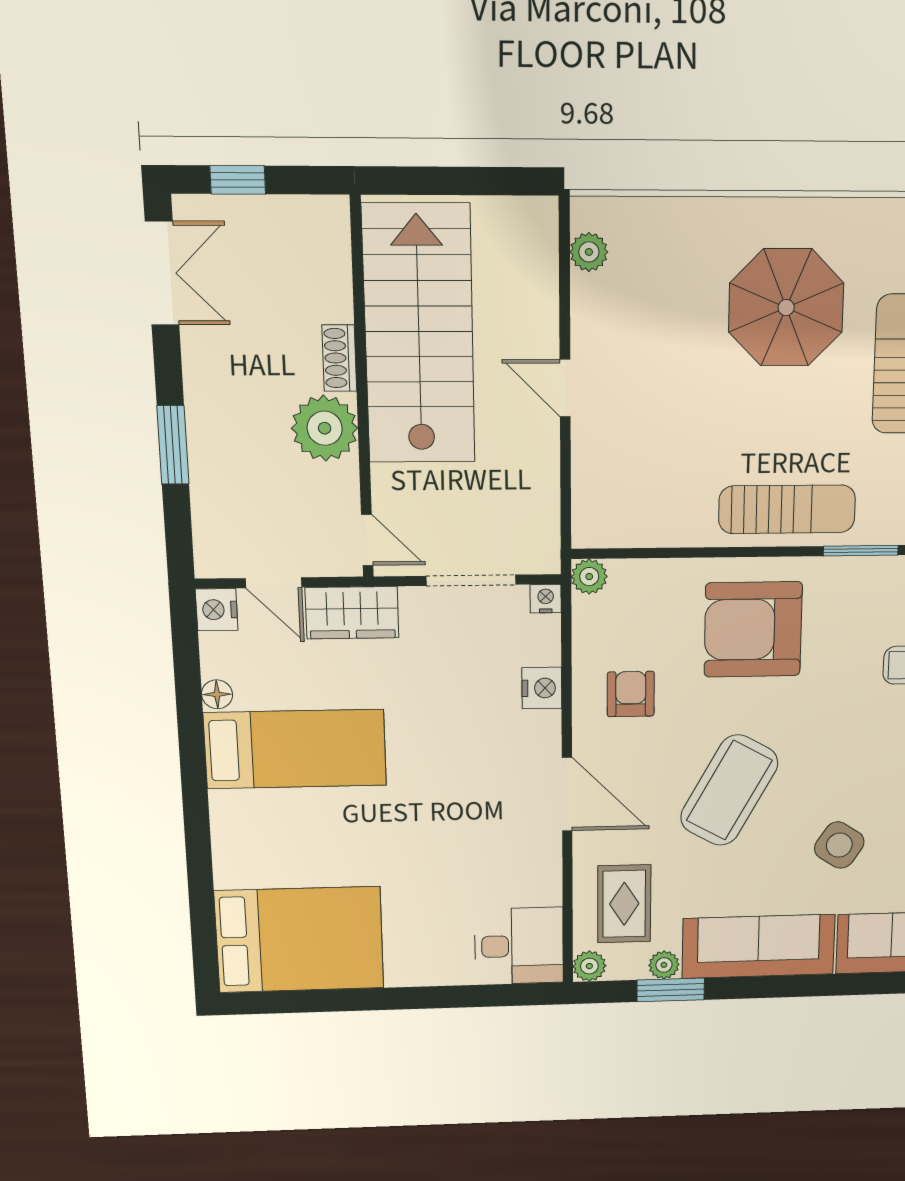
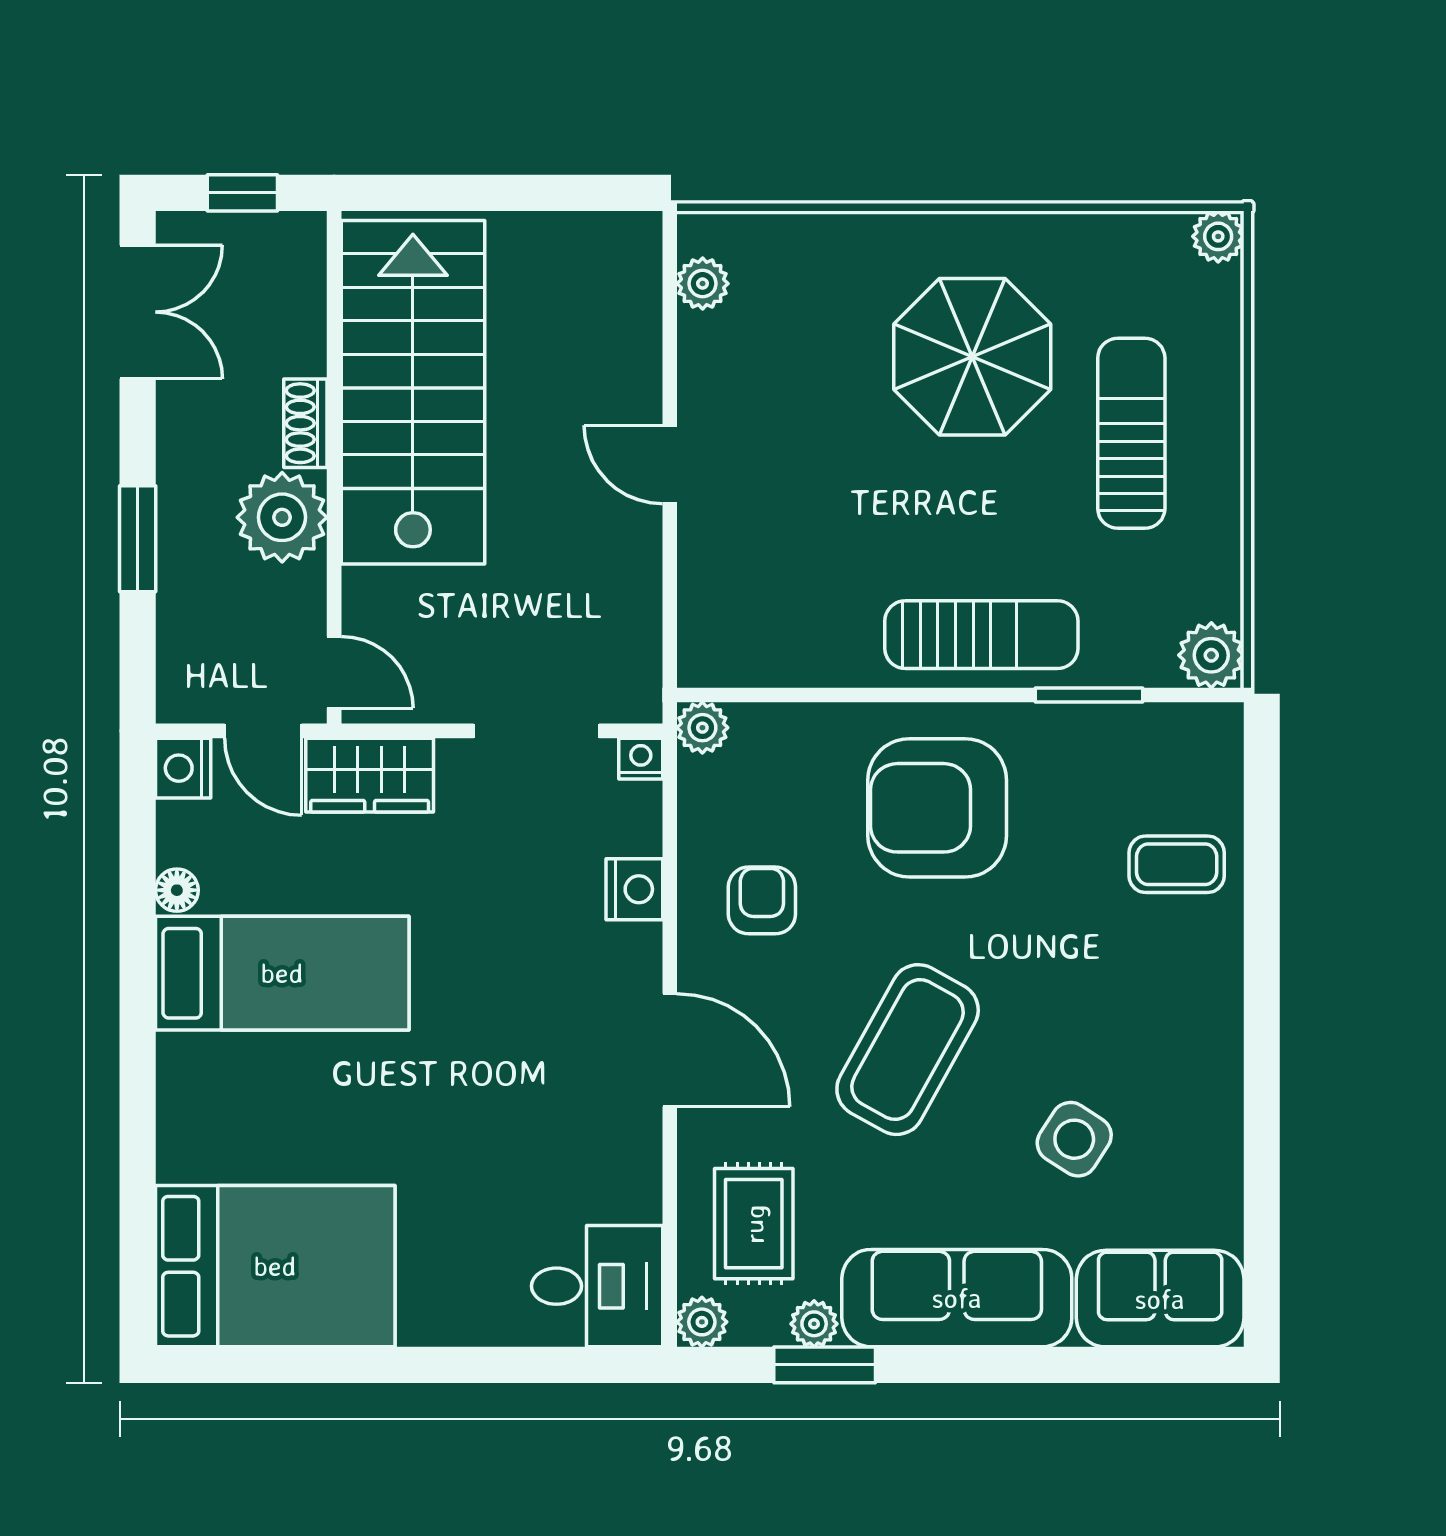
stairs: (419, 335) -> (413, 392), moved
shoe rack: (339, 358) -> (305, 423), moved
wall: (362, 391) -> (334, 467), moved
plant: (325, 428) -> (282, 517), moved
door: (367, 540) -> (334, 672), moved

